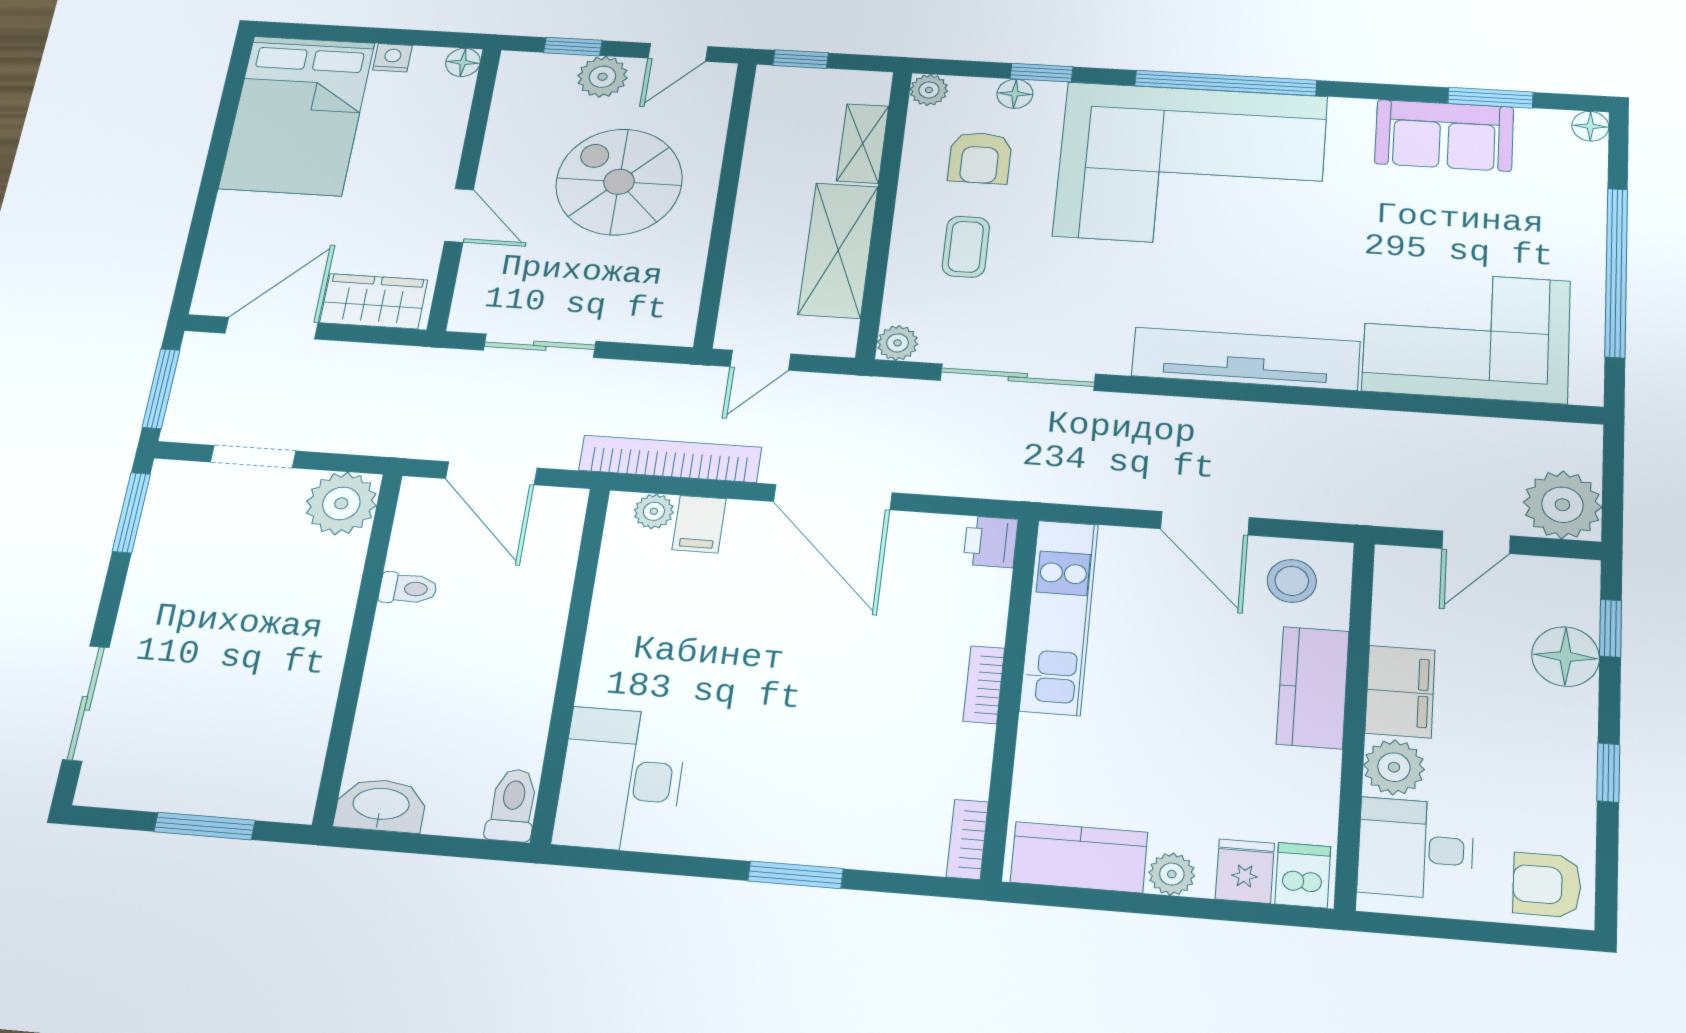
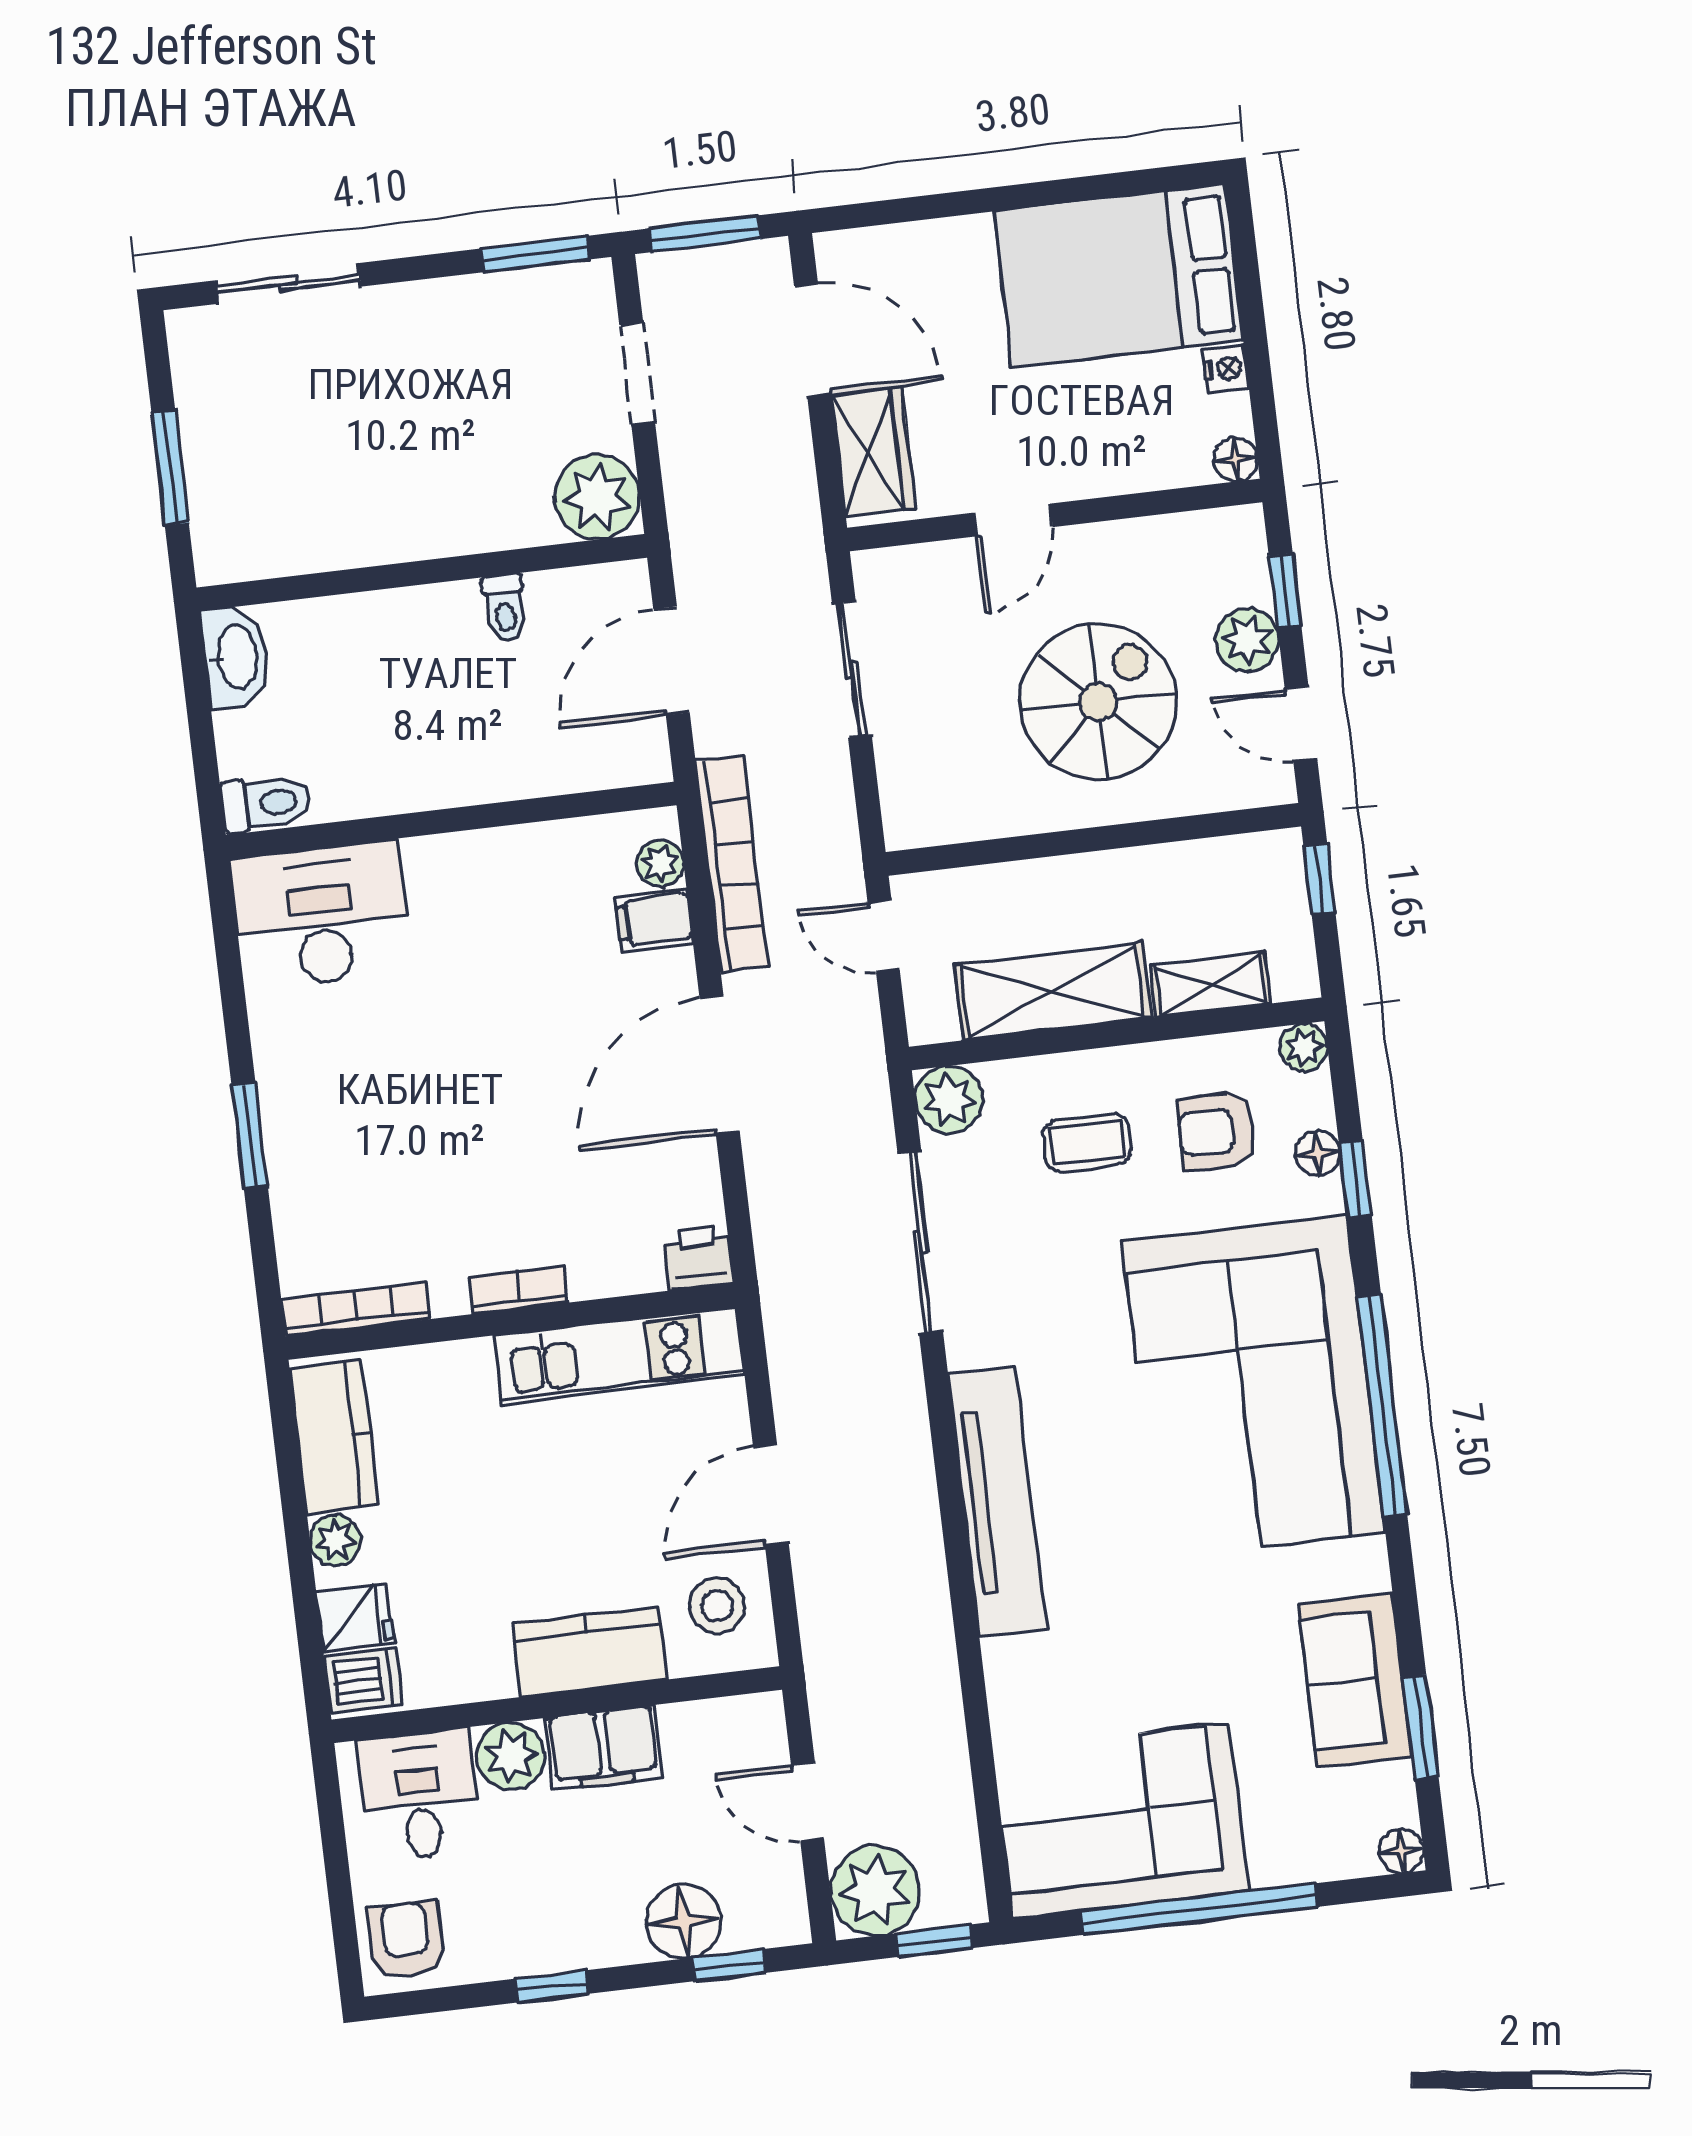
corner sofa: (1467, 336) -> (1121, 1821), moved, turned -90
plant: (898, 343) -> (949, 1100), width x1.38, depth x1.38
window: (1613, 468) -> (934, 1941), added
bookcase: (967, 839) -> (356, 1309), width x1.56

